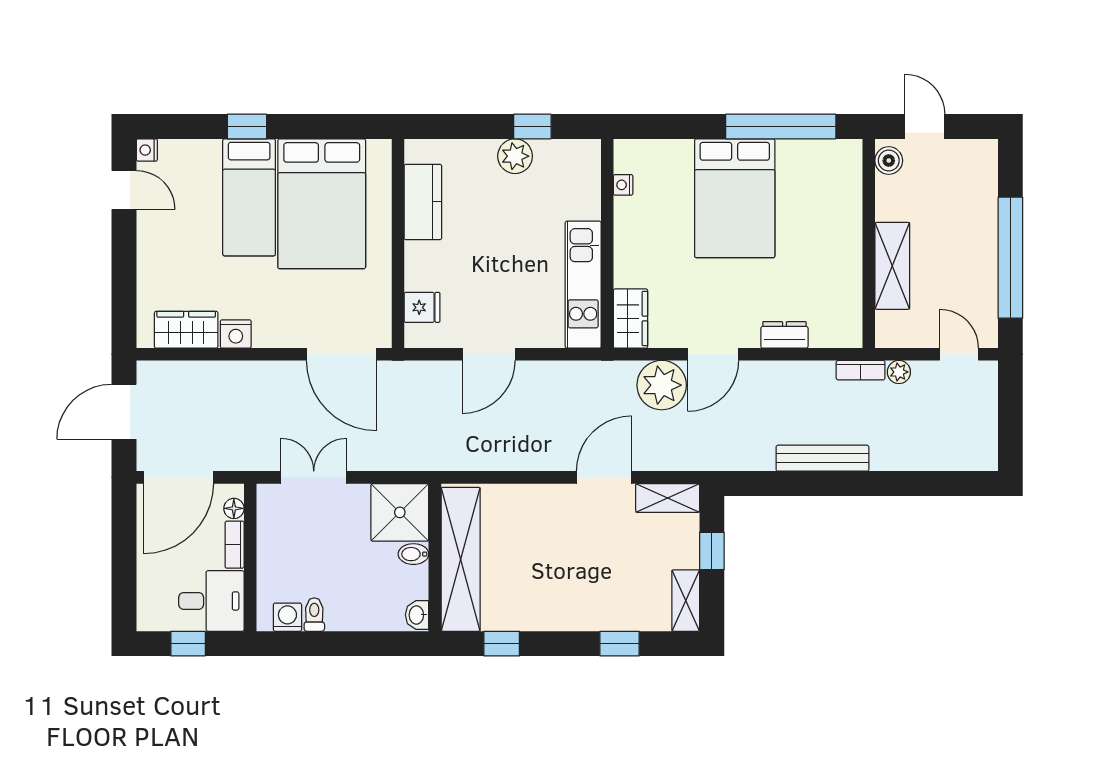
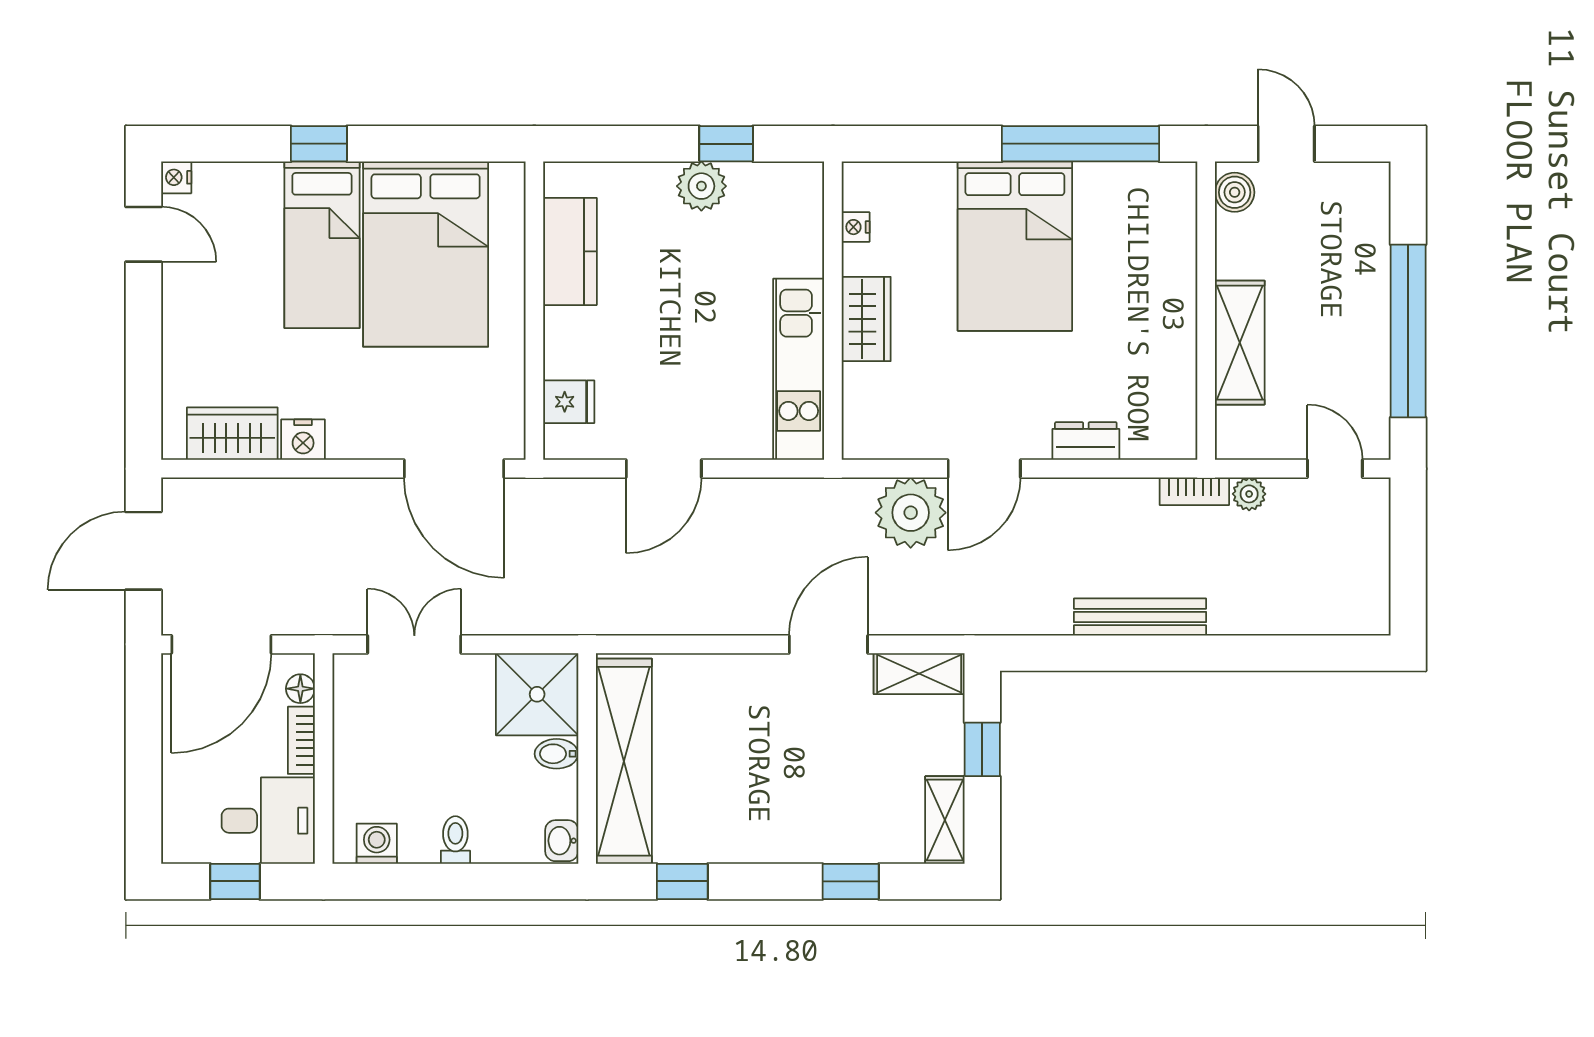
wardrobe: (631, 319) -> (866, 319), moved
toilet: (314, 615) -> (455, 840), moved

